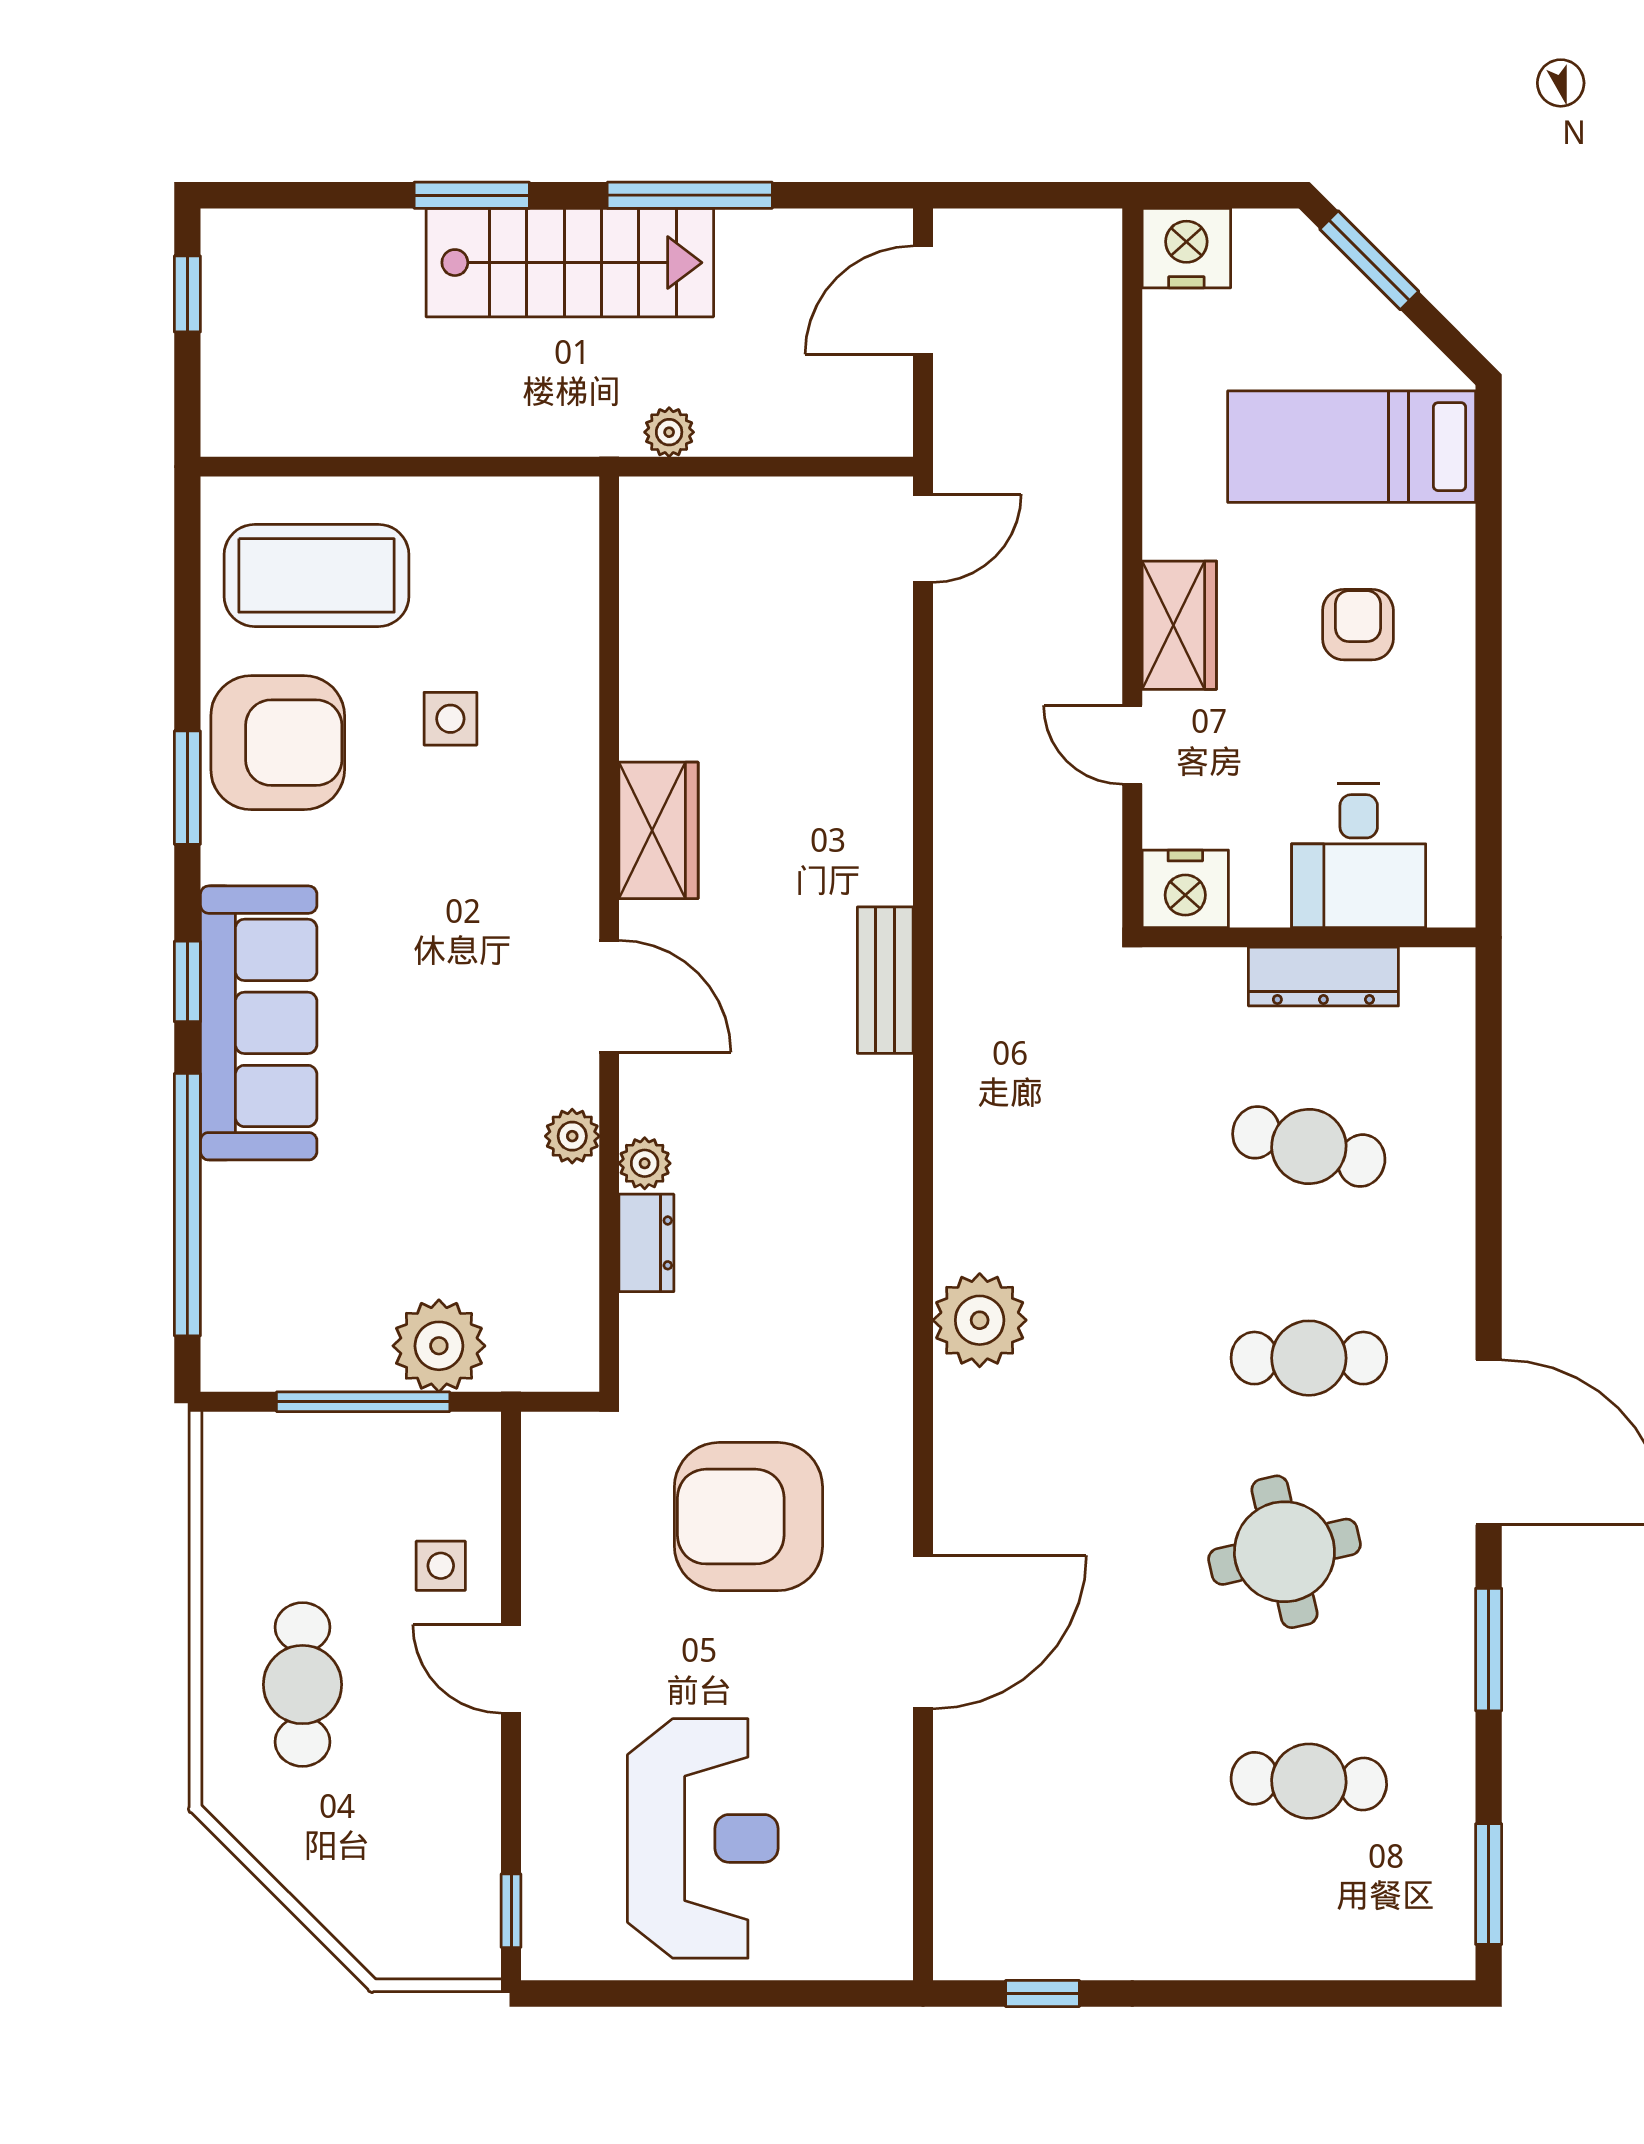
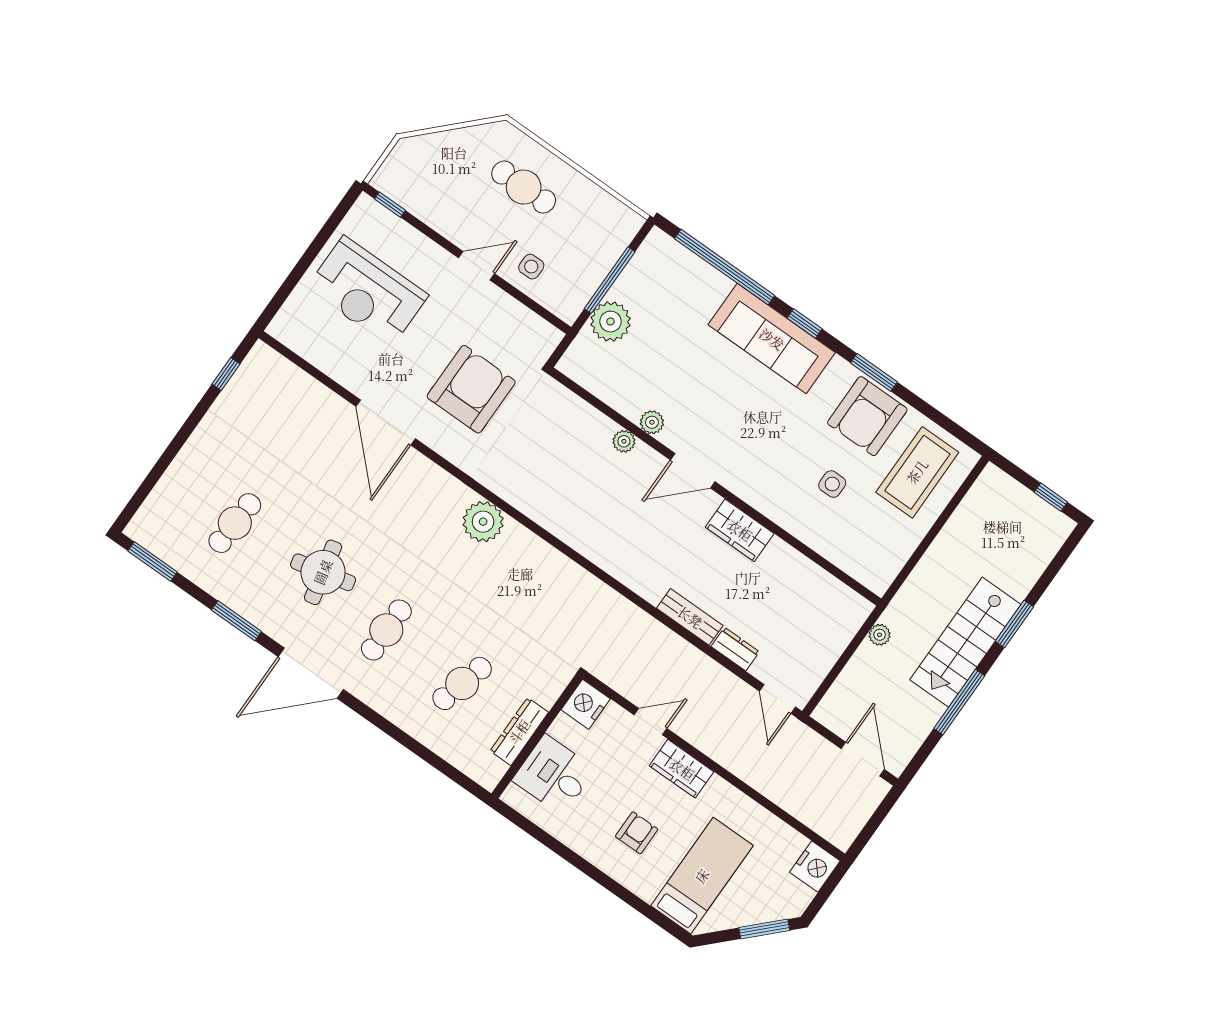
armchair: (1358, 625) -> (637, 833), turned -90
bench: (885, 980) -> (690, 617), moved
dresser: (646, 1243) -> (735, 649), moved, turned 180

